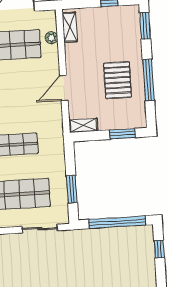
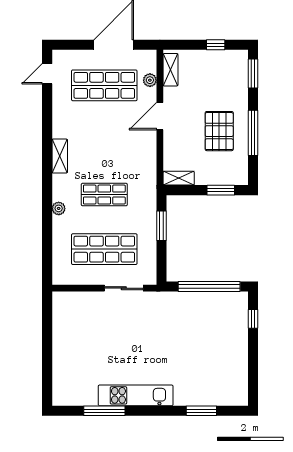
door: (64, 88) -> (160, 116), moved
window: (72, 189) -> (162, 226), moved

